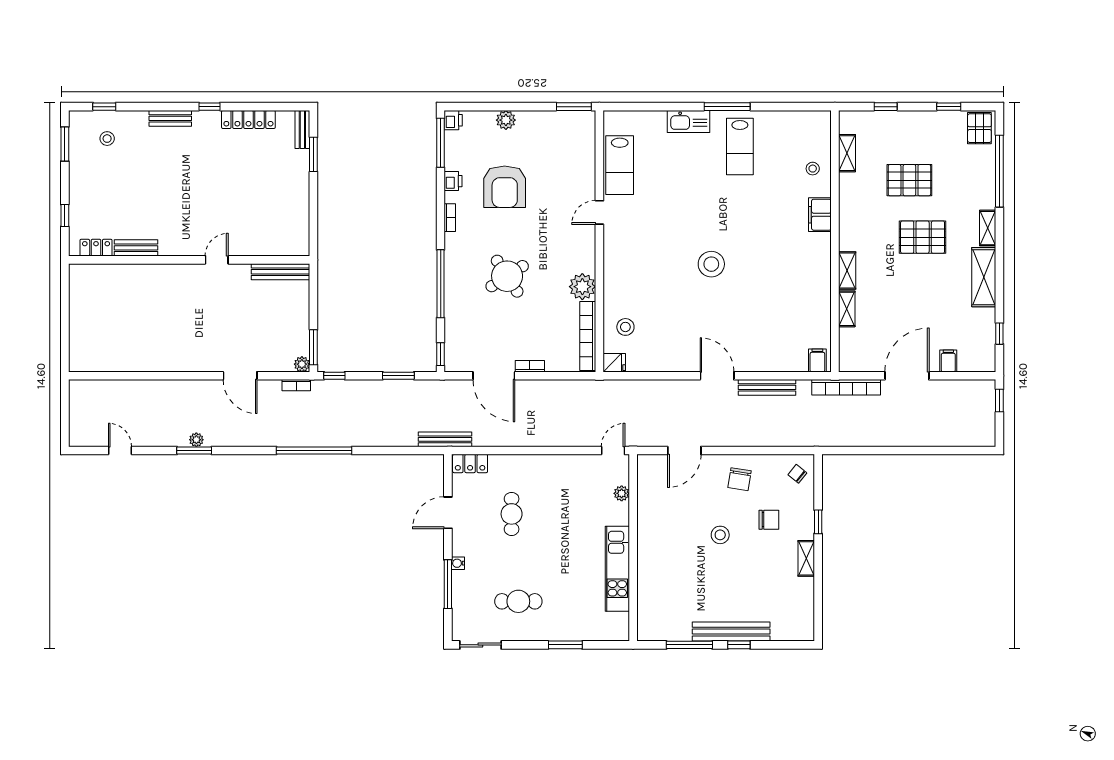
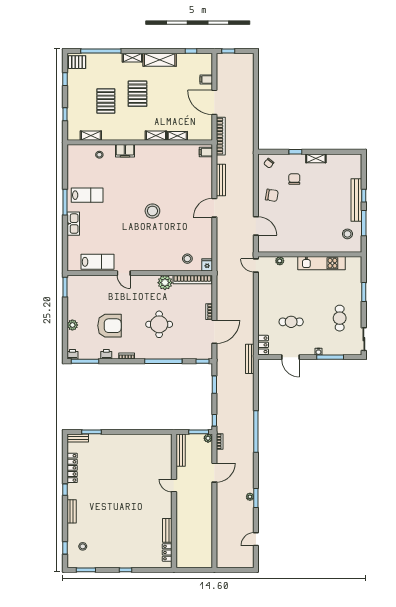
locker: (96, 248) -> (167, 553), moved
bench: (136, 248) -> (167, 530), moved
wall: (189, 260) -> (174, 501), moved
door: (217, 260) -> (174, 486), moved
bench: (280, 272) -> (181, 450), moved
round table: (507, 276) -> (159, 324), turned 33
stool: (720, 535) -> (347, 234), moved

